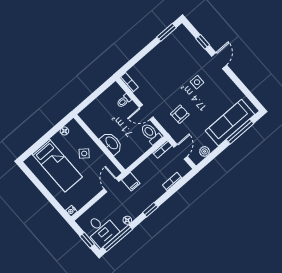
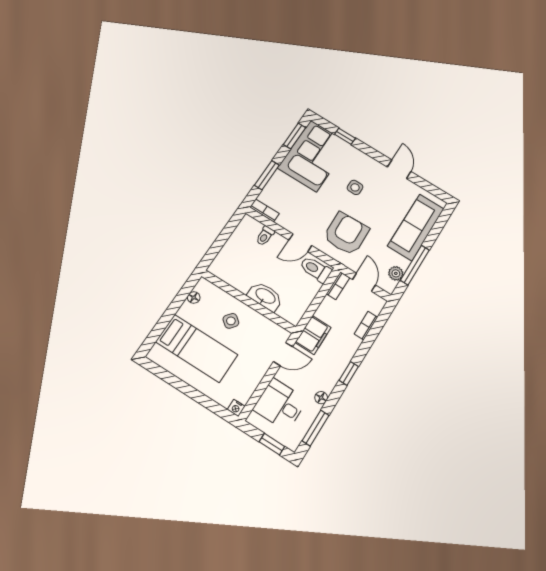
corner sofa: (175, 51) -> (314, 156), added
window: (138, 57) -> (267, 175), added
door: (219, 61) -> (399, 169), moved
armchair: (180, 114) -> (346, 234), width x1.88, depth x1.88
window: (240, 131) -> (415, 265), moved
filing cabinet: (131, 182) -> (313, 335), width x2.00
door: (112, 185) -> (283, 354), swing flipped
desk: (101, 230) -> (280, 405), moved, turned 180
window: (118, 238) -> (315, 428), width x0.69

